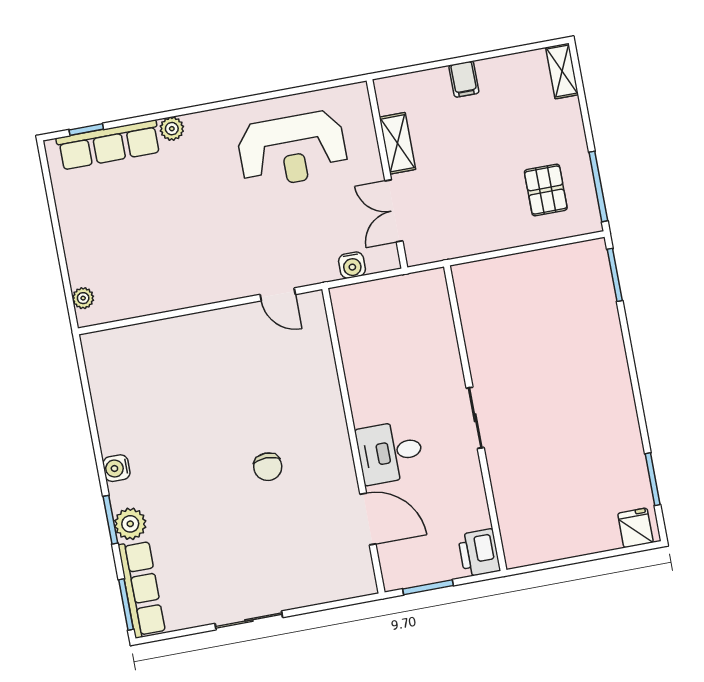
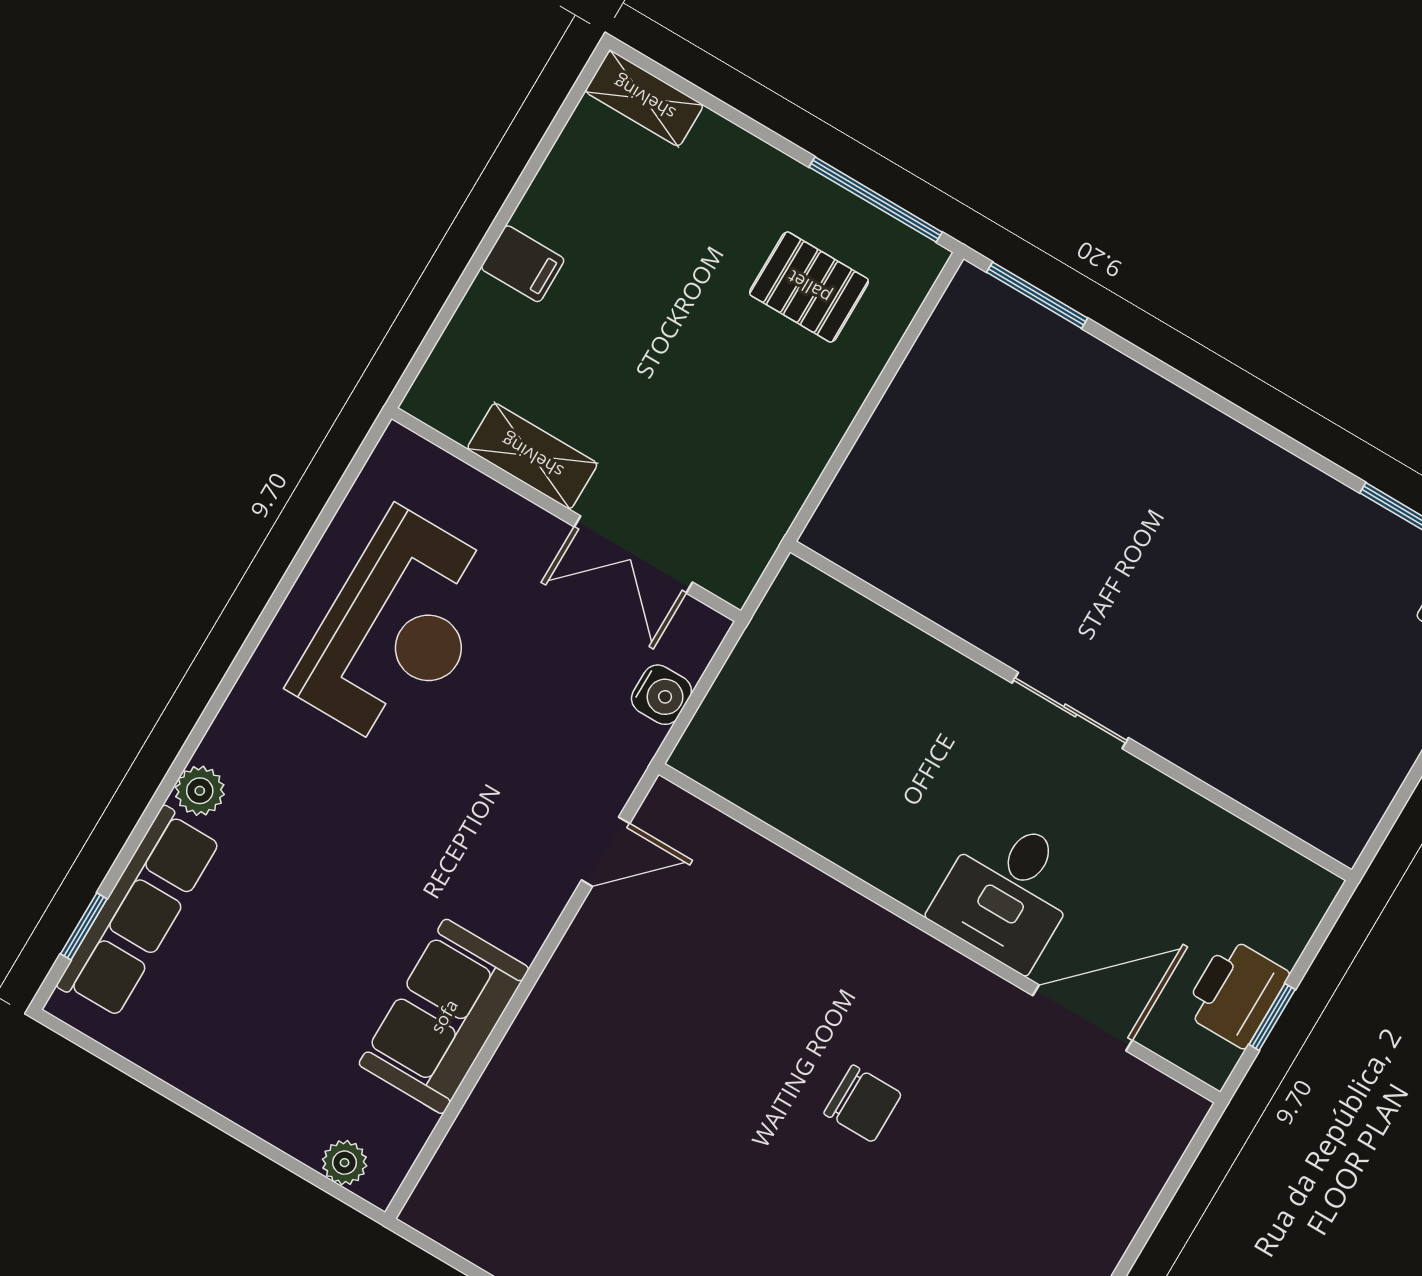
sofa: (167, 288) -> (444, 1016), added
printer: (479, 553) -> (1236, 993), moved, turned 90
window: (428, 587) -> (1272, 1017), width x0.67

